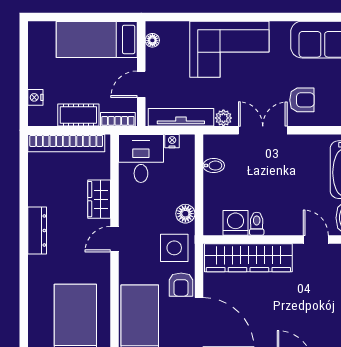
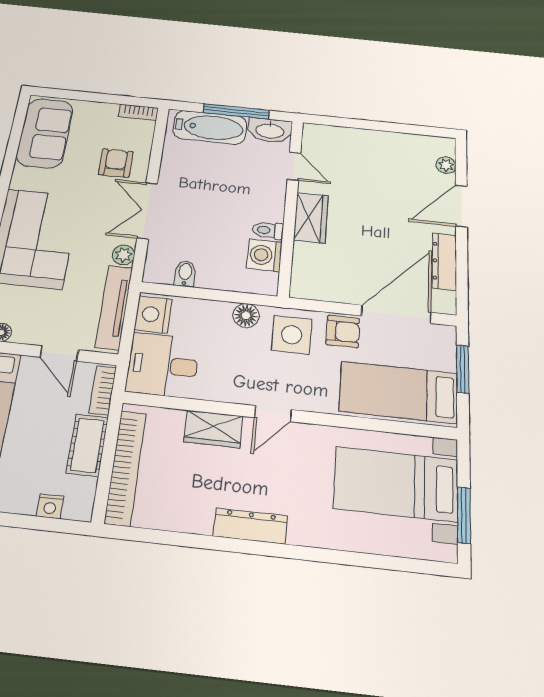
nightstand: (172, 141) -> (153, 314), width x1.89, depth x1.79
door: (114, 239) -> (273, 414), hinge flipped
door: (316, 239) -> (294, 166), swing flipped
wardrobe: (248, 258) -> (311, 218), width x0.48, depth x0.85

